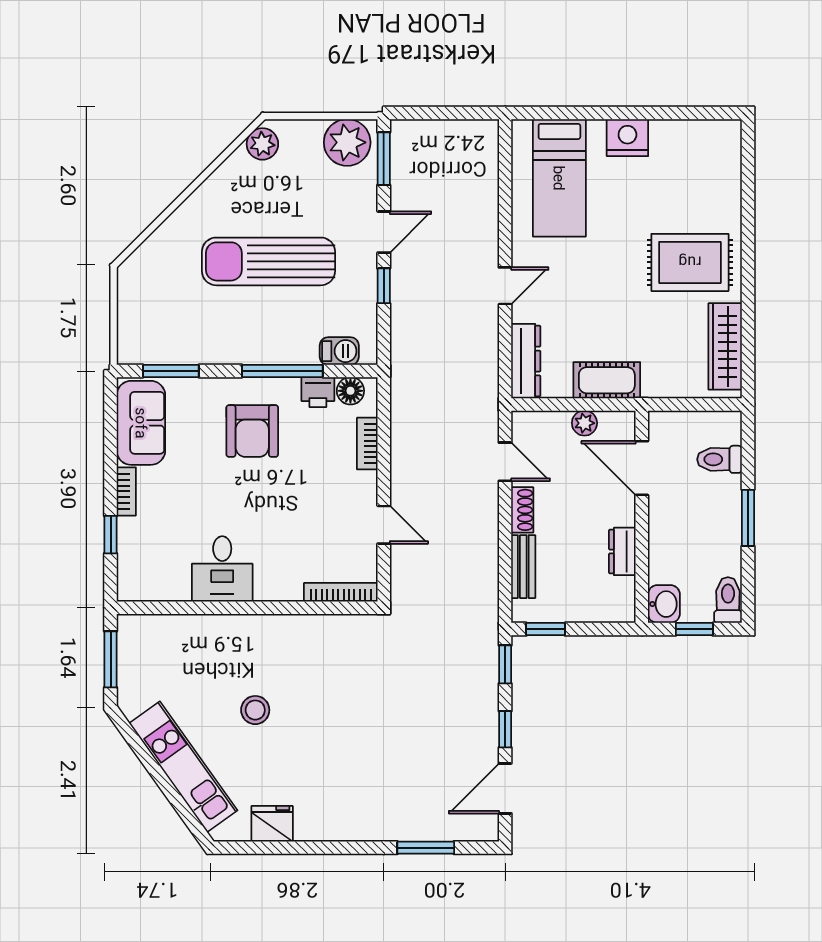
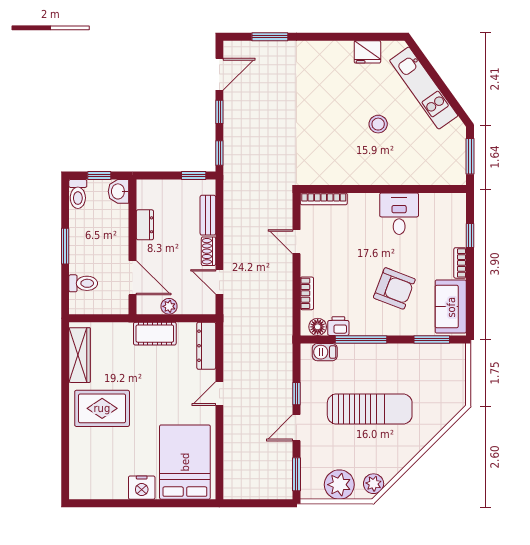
plant: (347, 142) -> (339, 485), moved
bed: (559, 178) -> (185, 462), width x1.50
armchair: (252, 431) -> (394, 288), moved, turned 111

